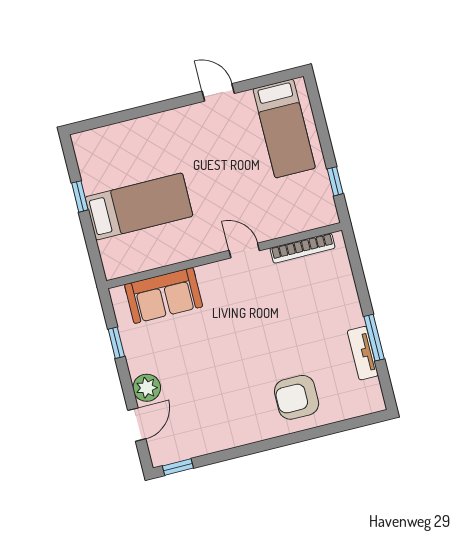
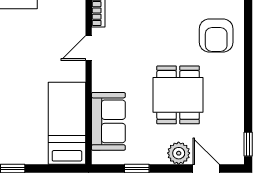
bed: (139, 207) -> (67, 123), moved
dining table: (215, 370) -> (178, 95), added

